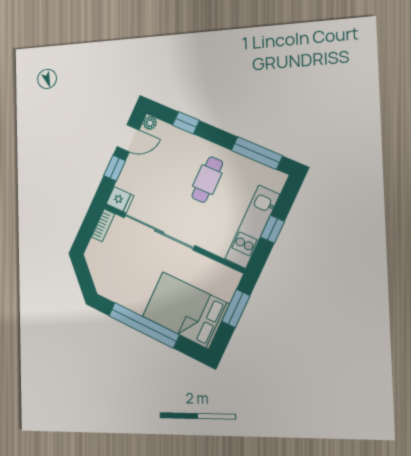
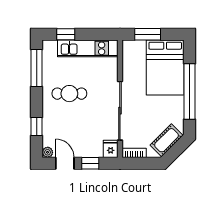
window: (272, 229) -> (66, 34), moved
cot: (100, 270) -> (167, 140), added

